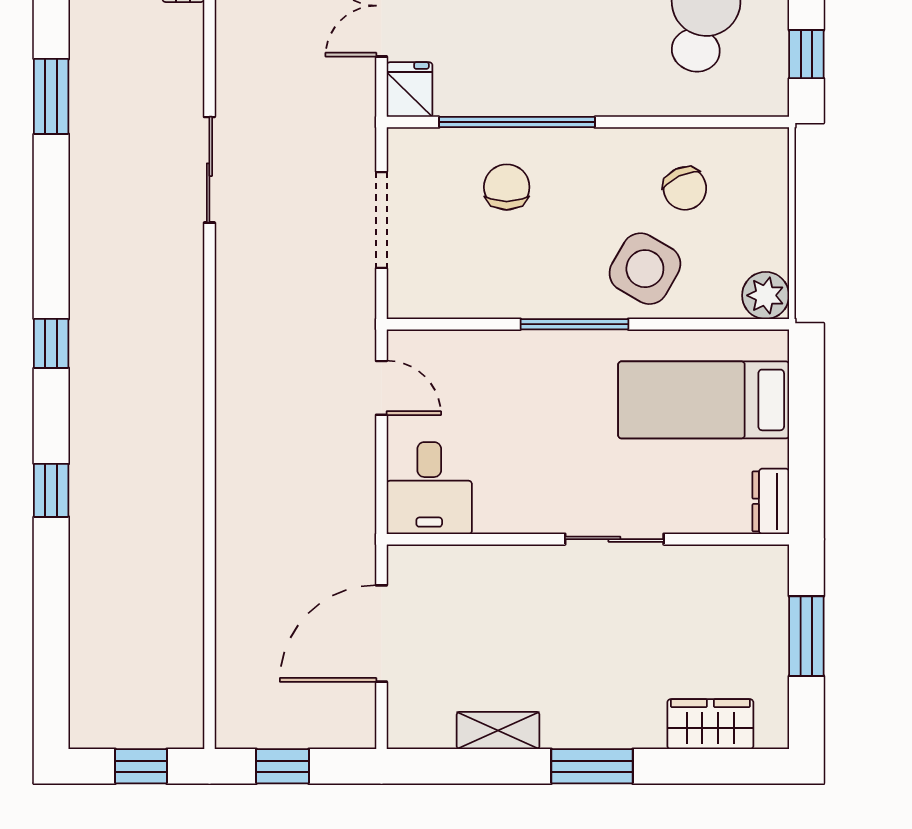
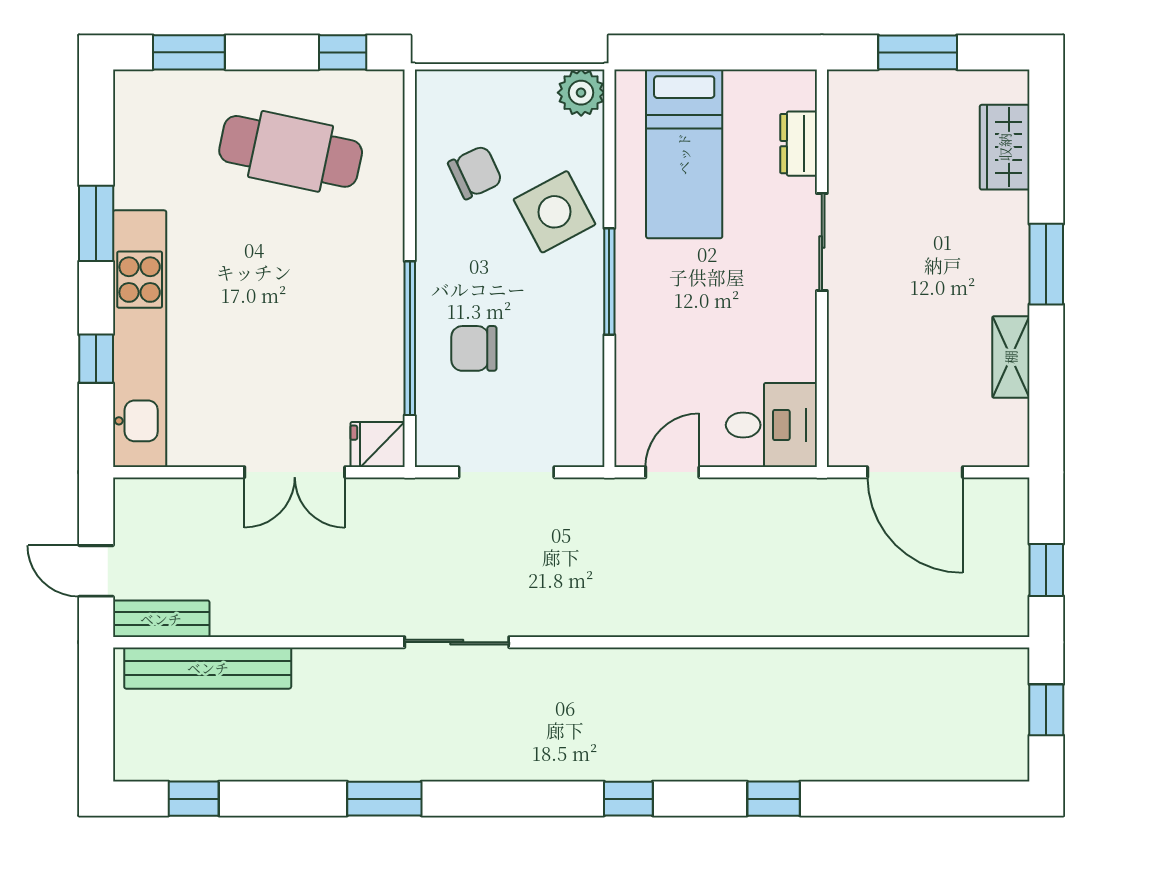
side table: (645, 269) -> (554, 212), turned 32
dresser: (771, 501) -> (799, 144), moved, turned 90

